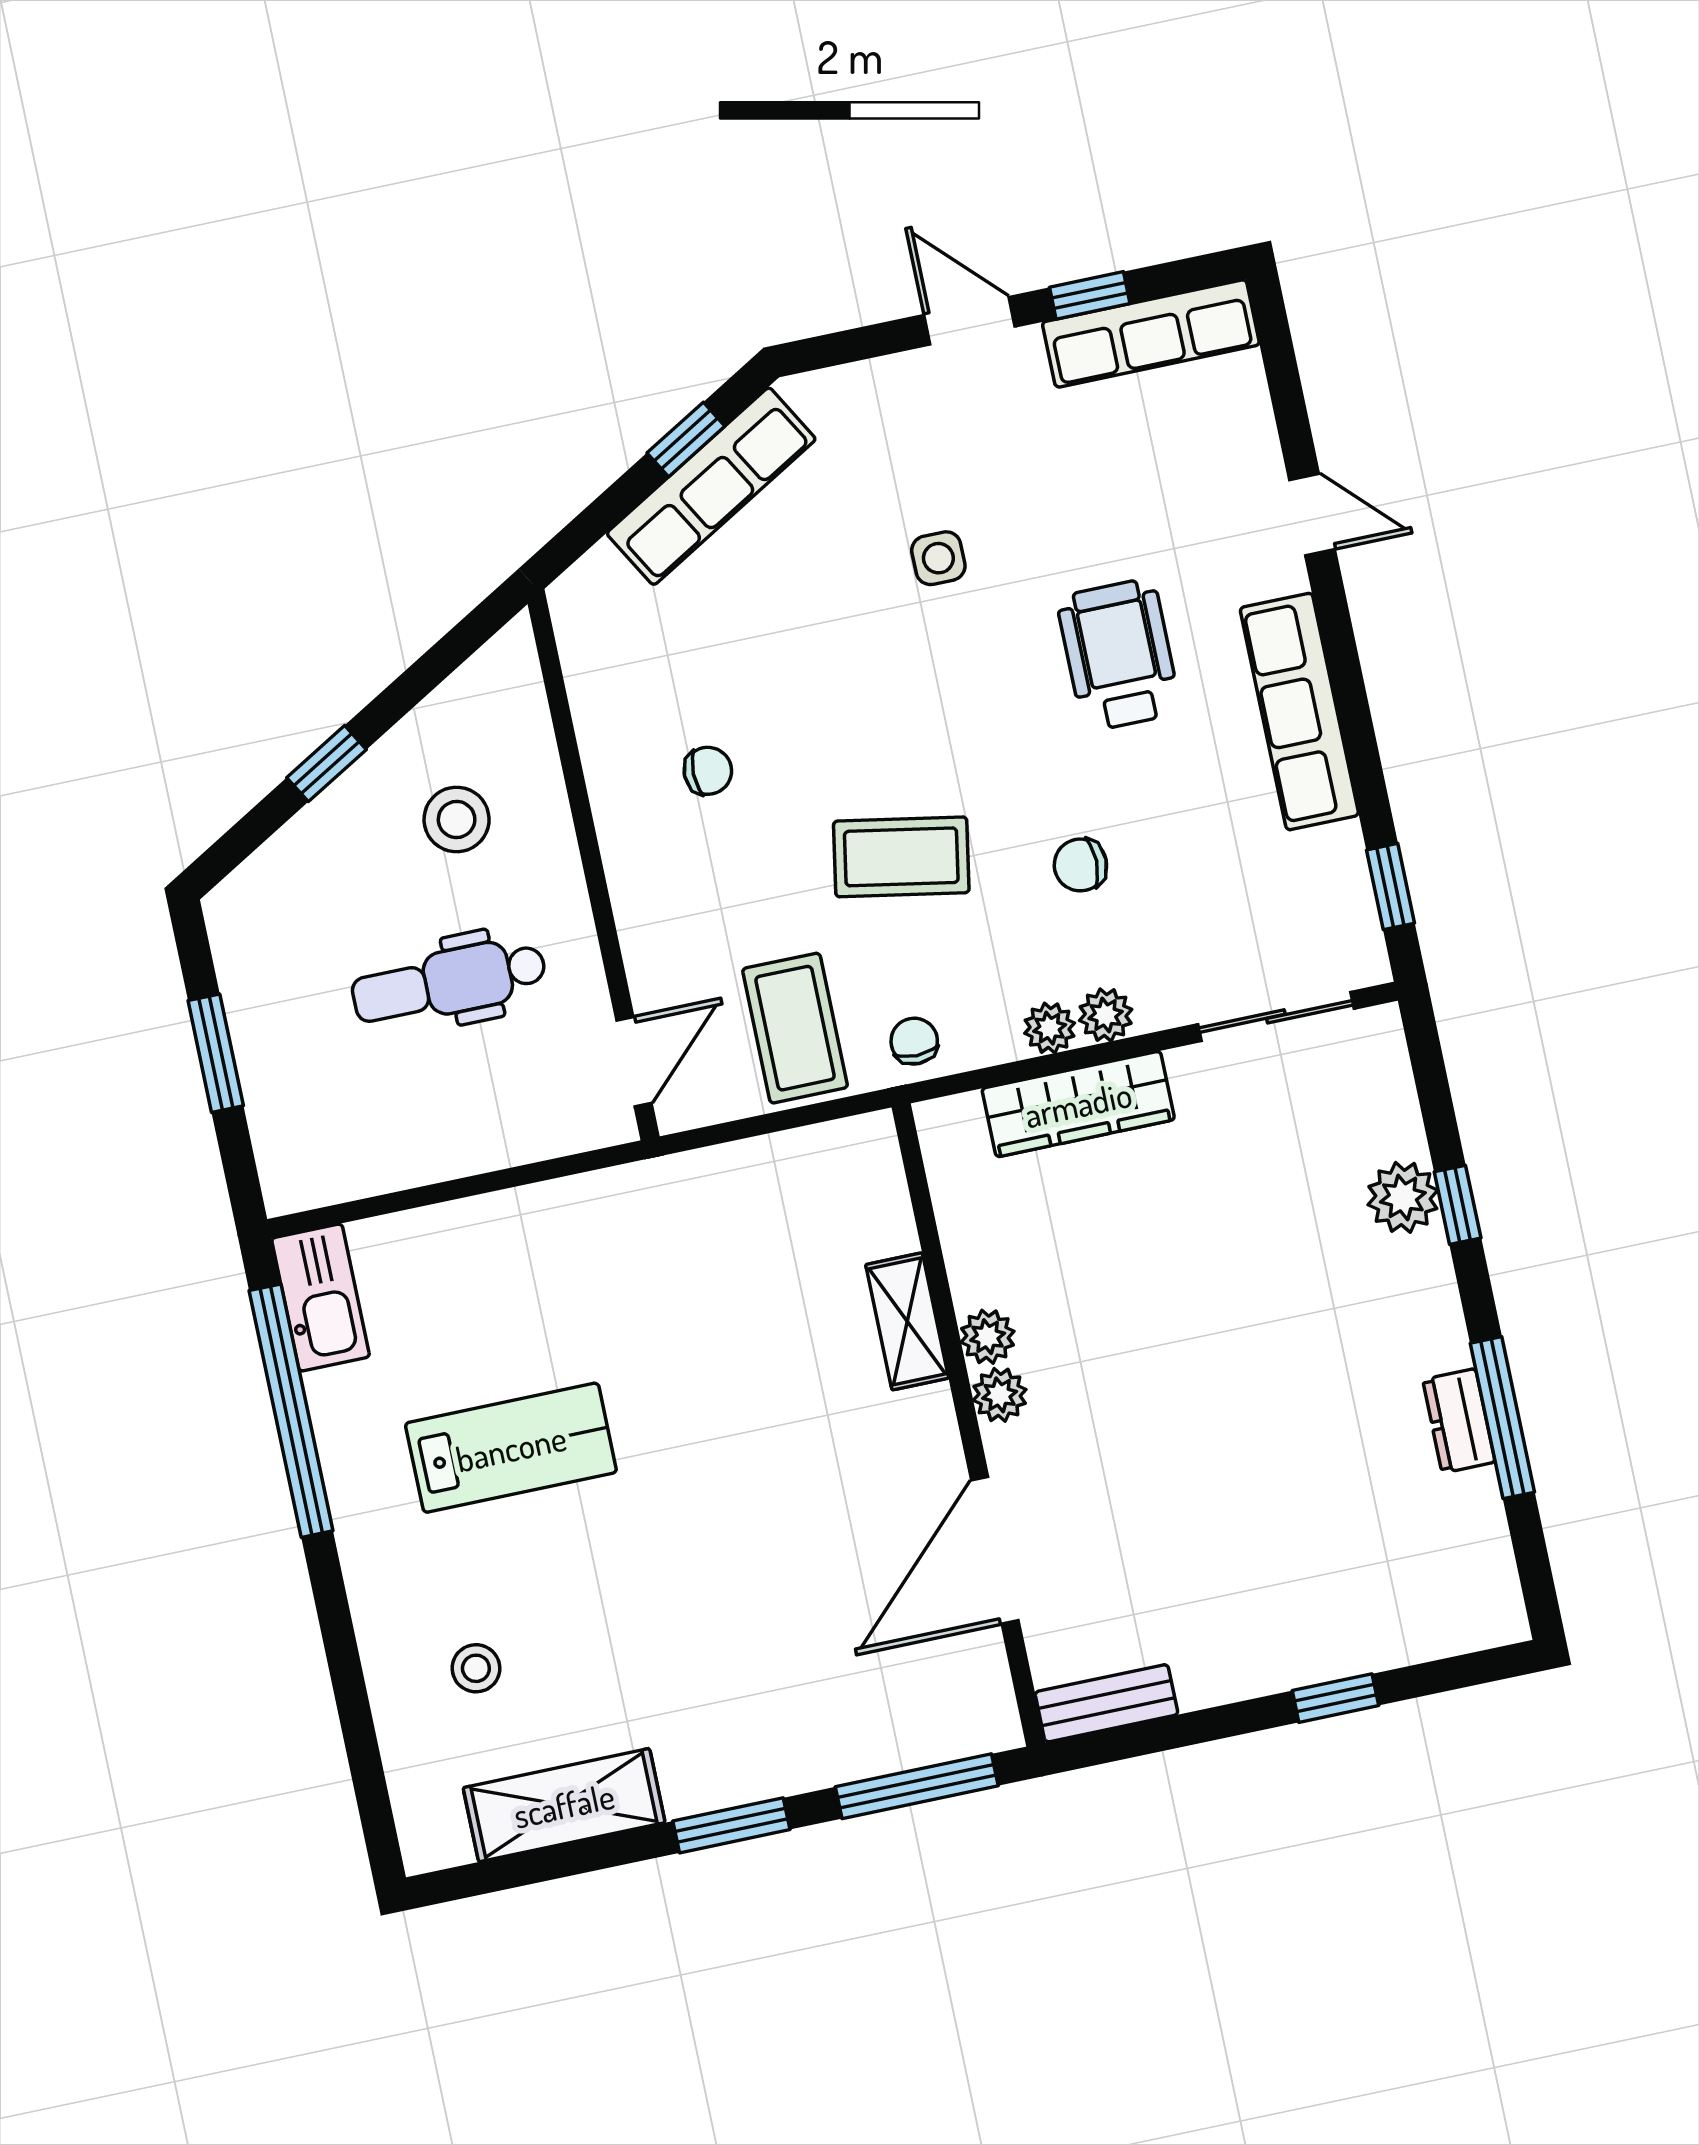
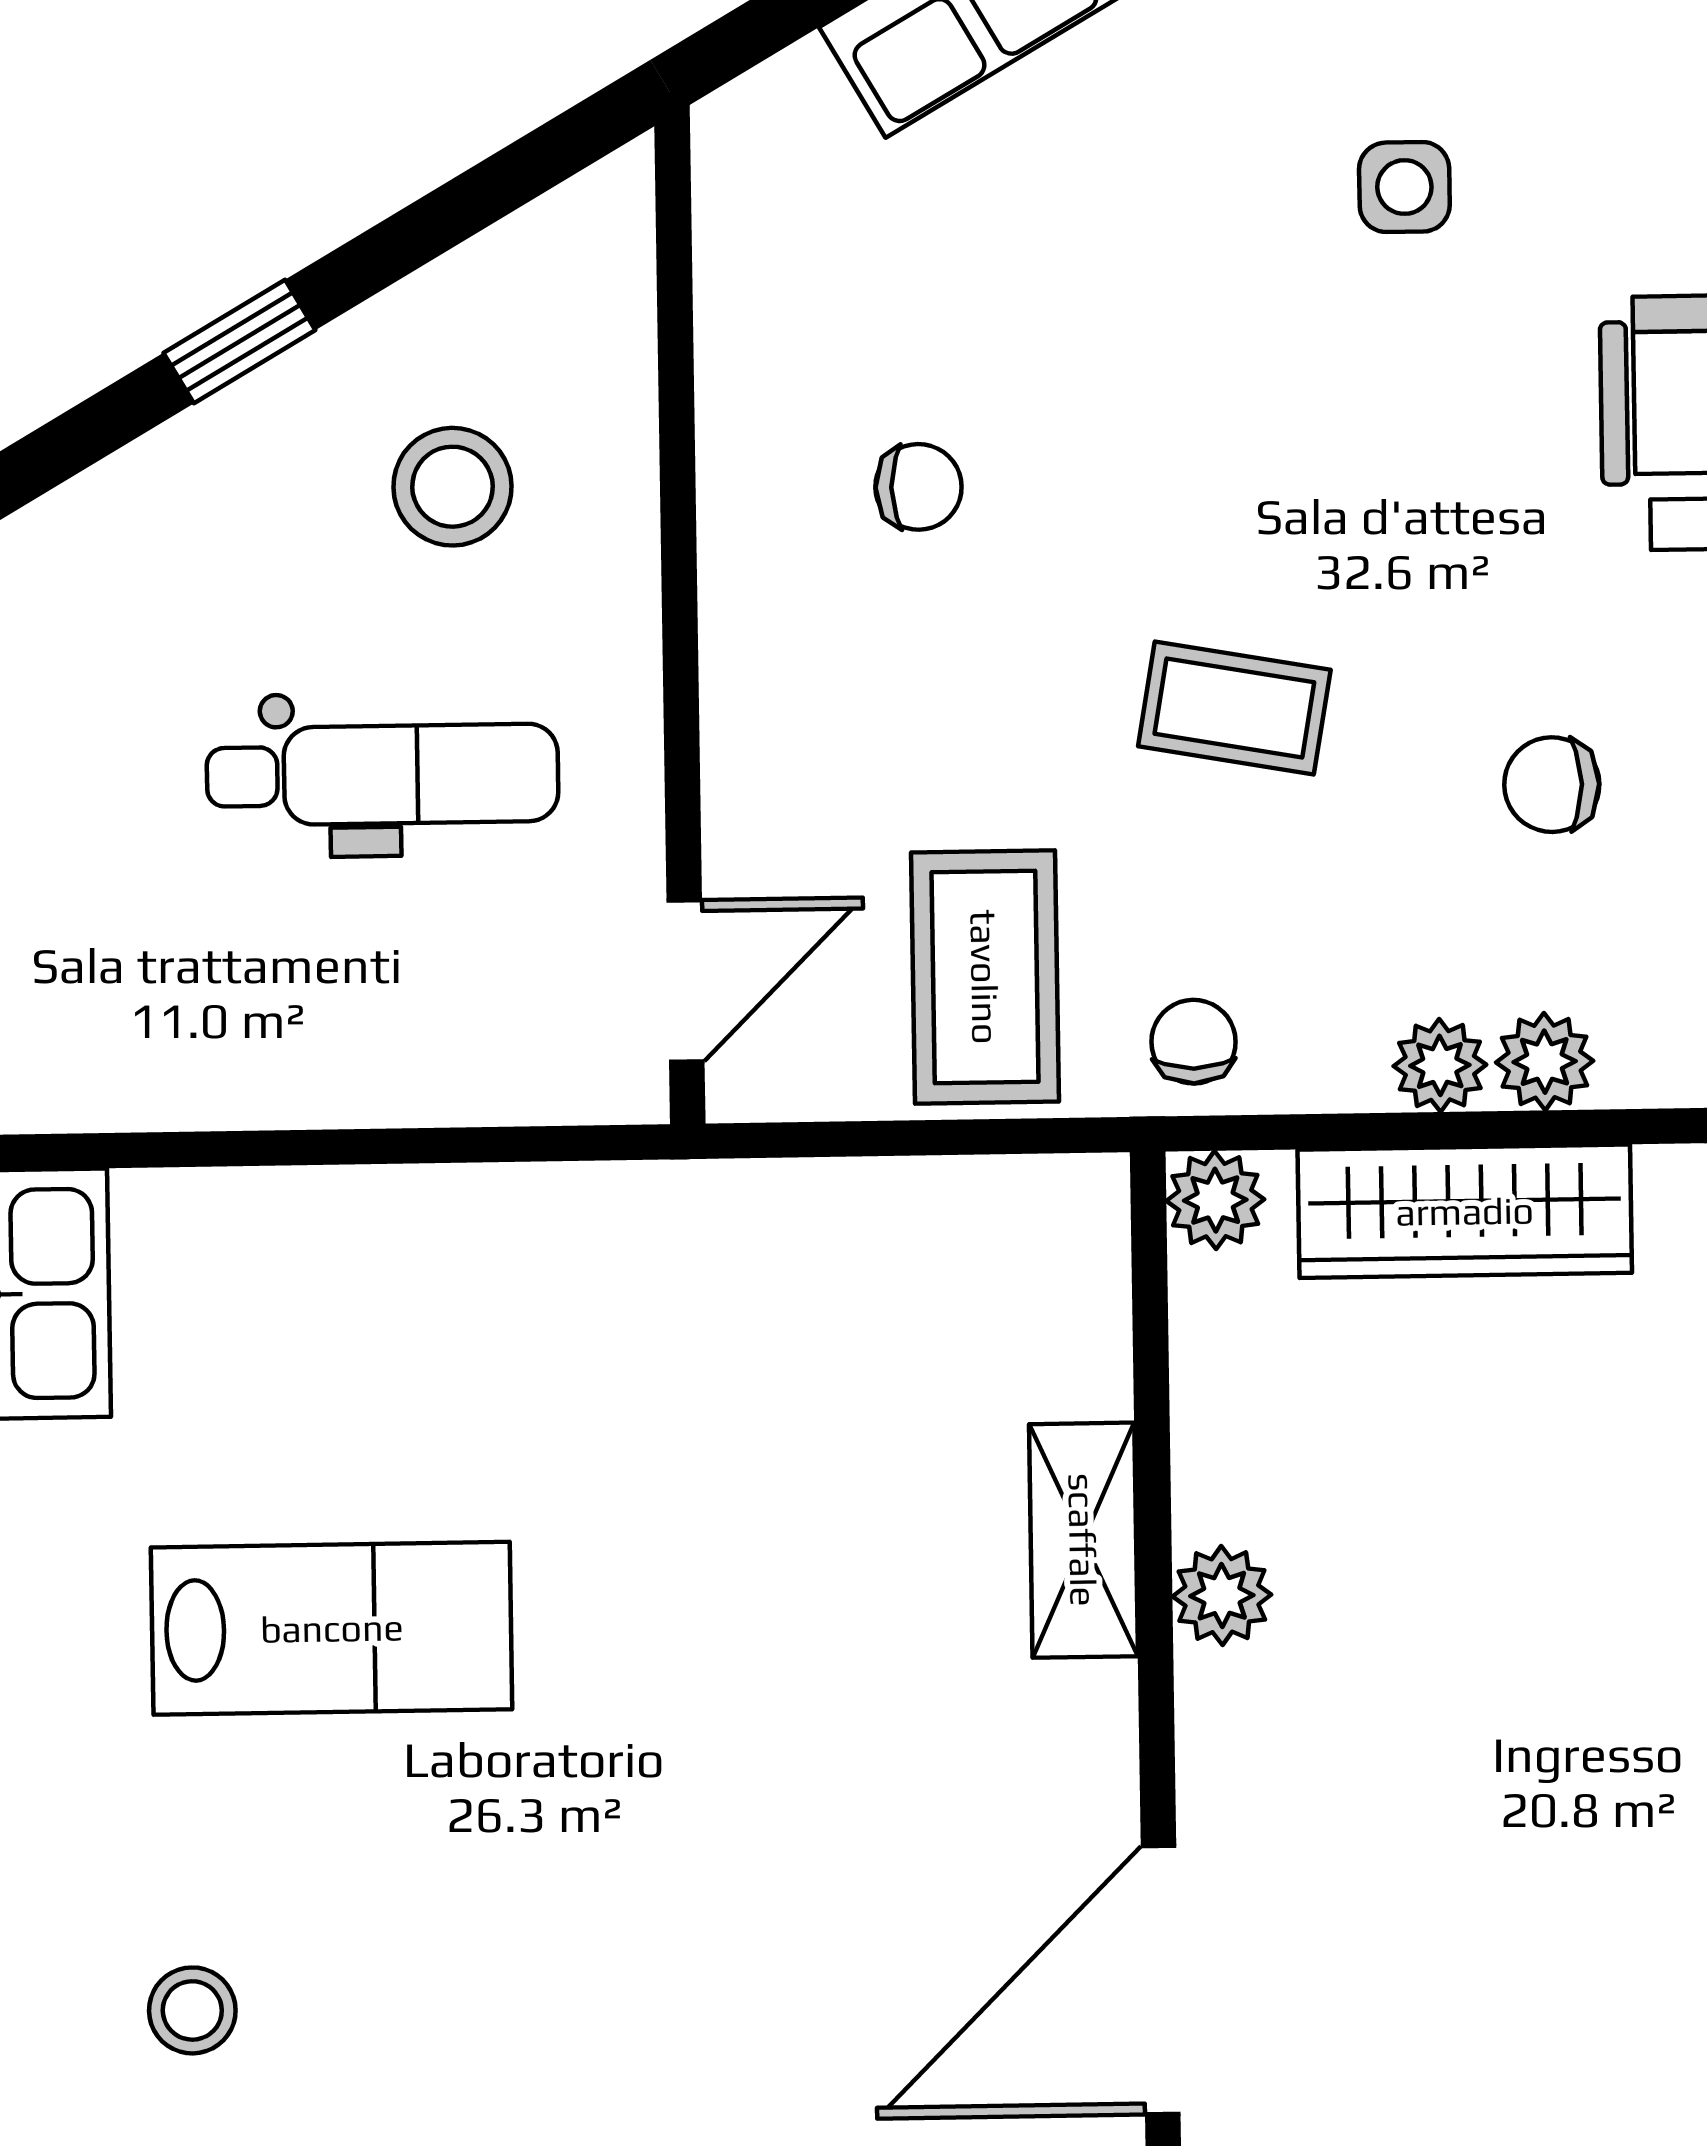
coffee table: (901, 857) -> (1234, 708), width x0.73, depth x0.77
dental chair: (449, 982) -> (382, 775), turned 180
plant: (1000, 1395) -> (1215, 1200), moved

